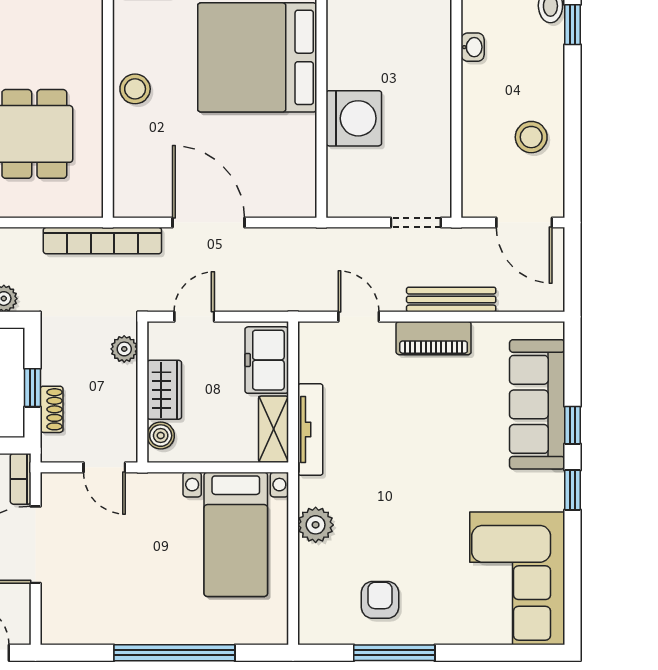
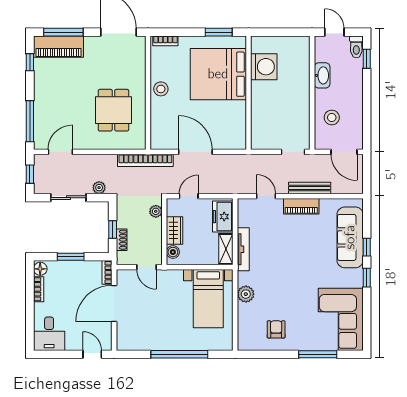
washbasin: (473, 47) -> (322, 75), width x1.91, depth x1.45
washing machine: (354, 118) -> (264, 67), moved
stool: (531, 137) -> (332, 117), moved
window: (394, 653) -> (318, 354), moved

